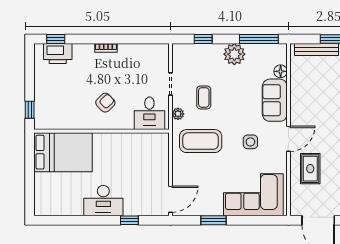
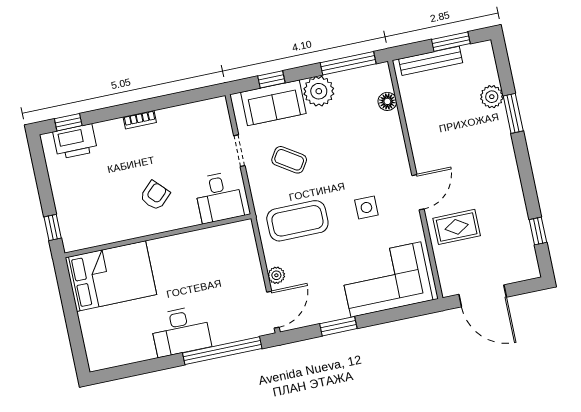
coffee table: (204, 97) -> (289, 160), turned -57
sofa: (275, 100) -> (273, 103), moved, turned -90
plant: (178, 114) -> (276, 275), moved
rug: (310, 169) -> (457, 227), turned 90
window: (129, 220) -> (222, 351), width x3.17

